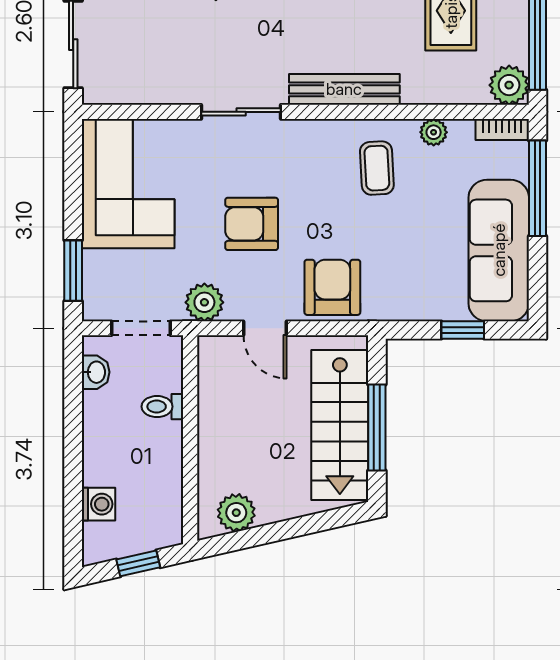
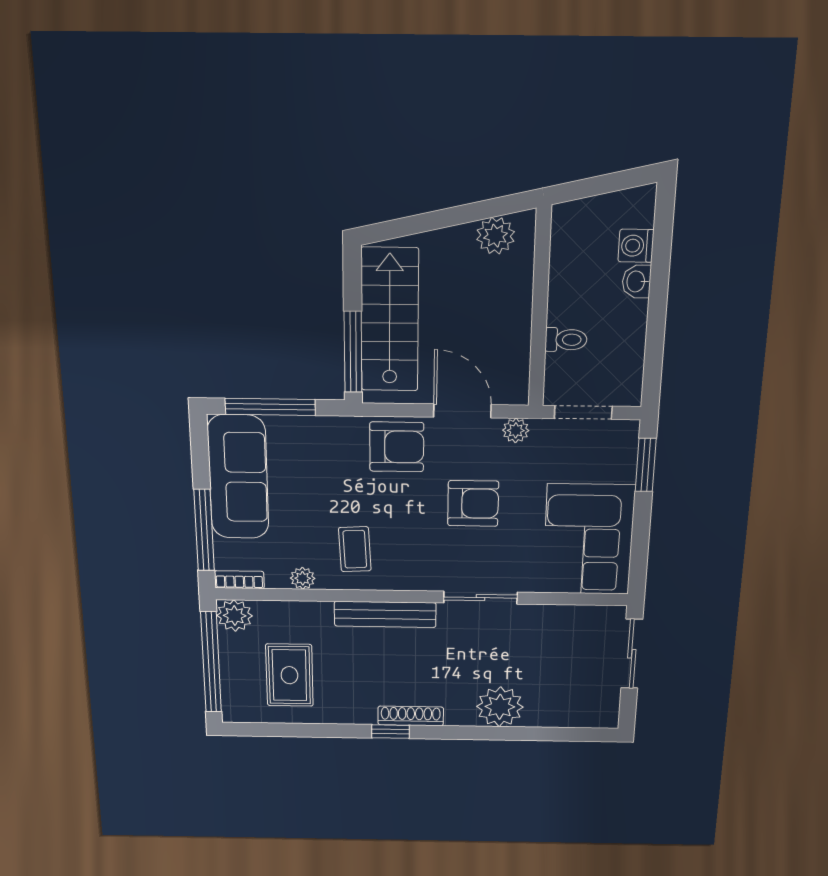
armchair: (332, 287) -> (397, 447), turned -90
plant: (204, 302) -> (516, 430), width x0.73, depth x0.73
door: (265, 328) -> (462, 411), width x1.38
window: (463, 330) -> (270, 407), width x2.17
washbasin: (96, 372) -> (637, 281), moved
window: (377, 427) -> (353, 352), moved
window: (138, 563) -> (599, 185), removed

